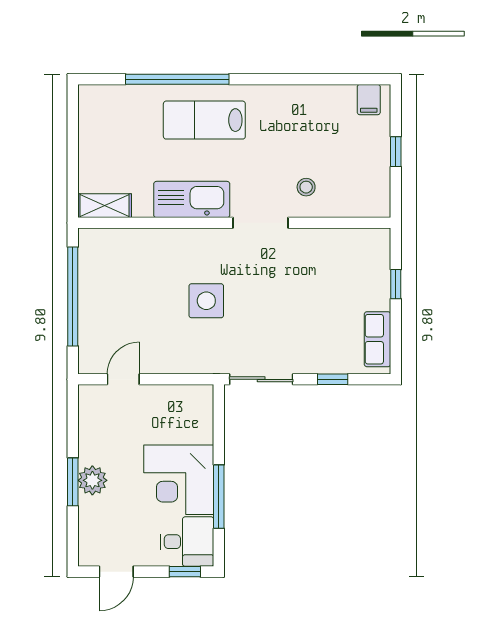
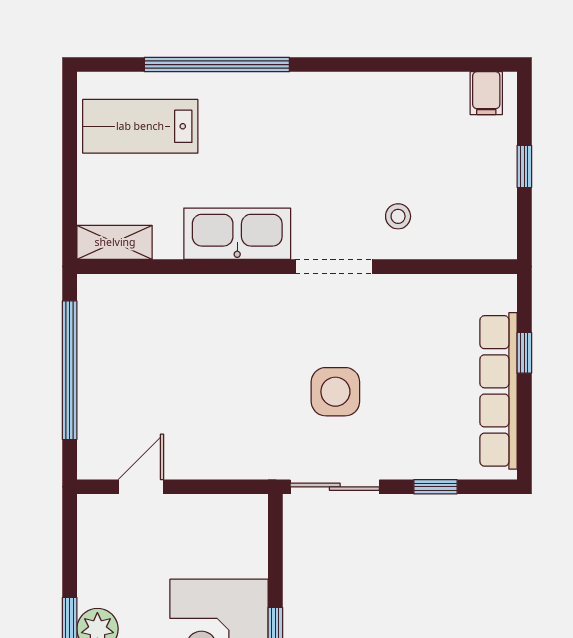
lab bench: (204, 120) -> (140, 126), moved
side table: (206, 301) -> (335, 392), moved
row of seats: (377, 339) -> (499, 391), width x2.02

